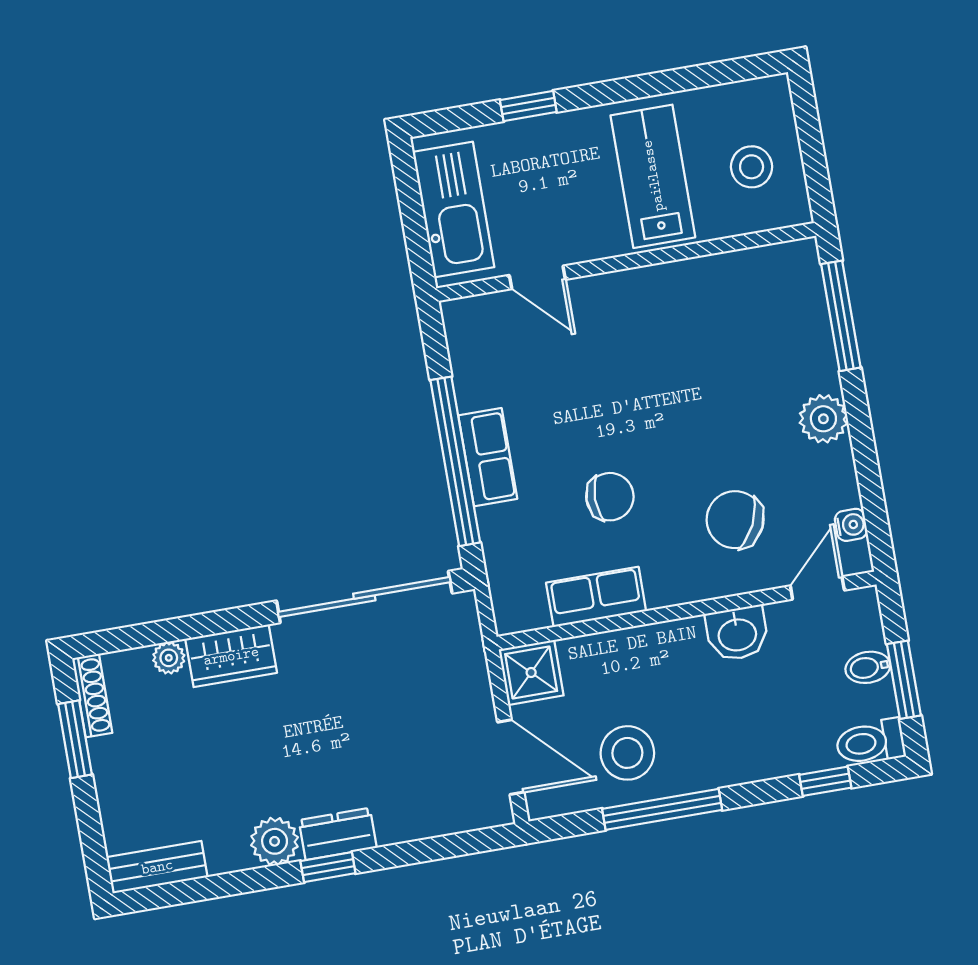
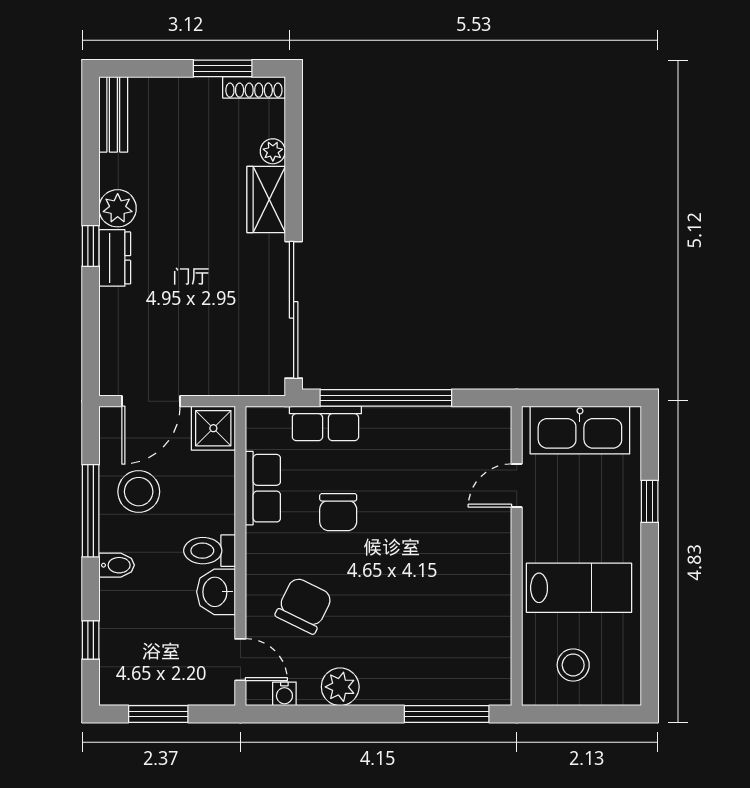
plant: (823, 419) -> (340, 687), moved
row of seats: (488, 457) -> (325, 423), moved
bidet: (868, 667) -> (117, 565), moved, turned 90
toilet: (870, 742) -> (210, 551), moved, turned -90

